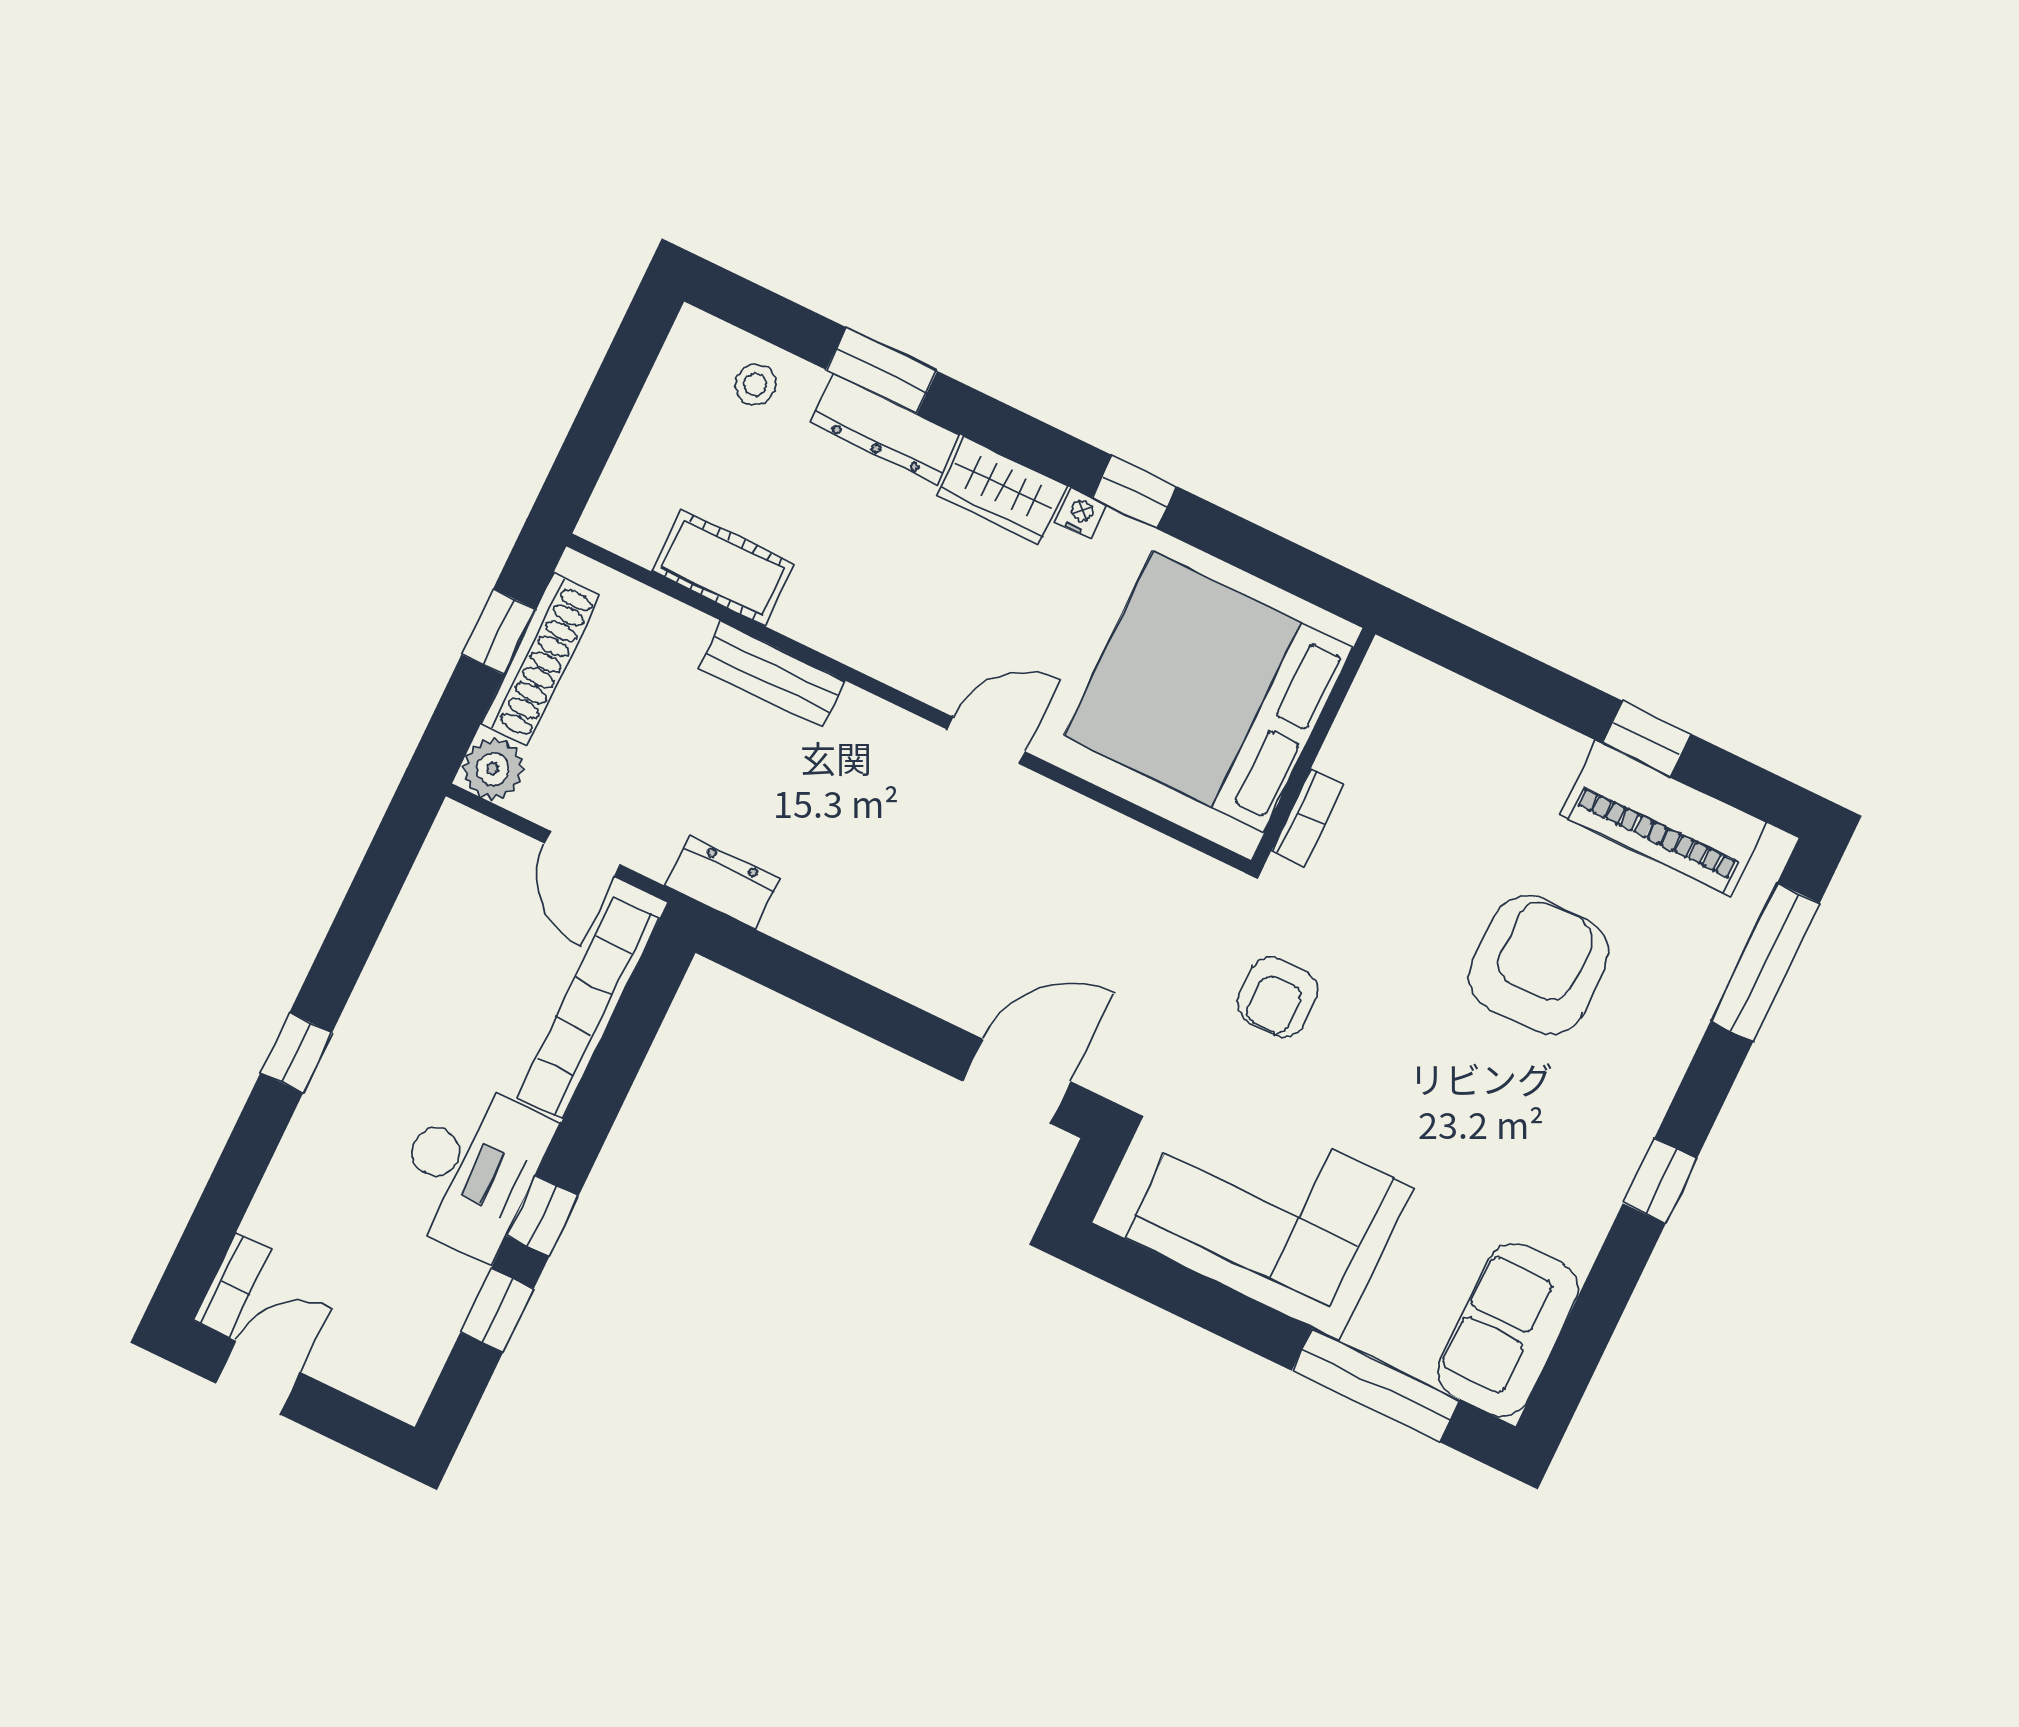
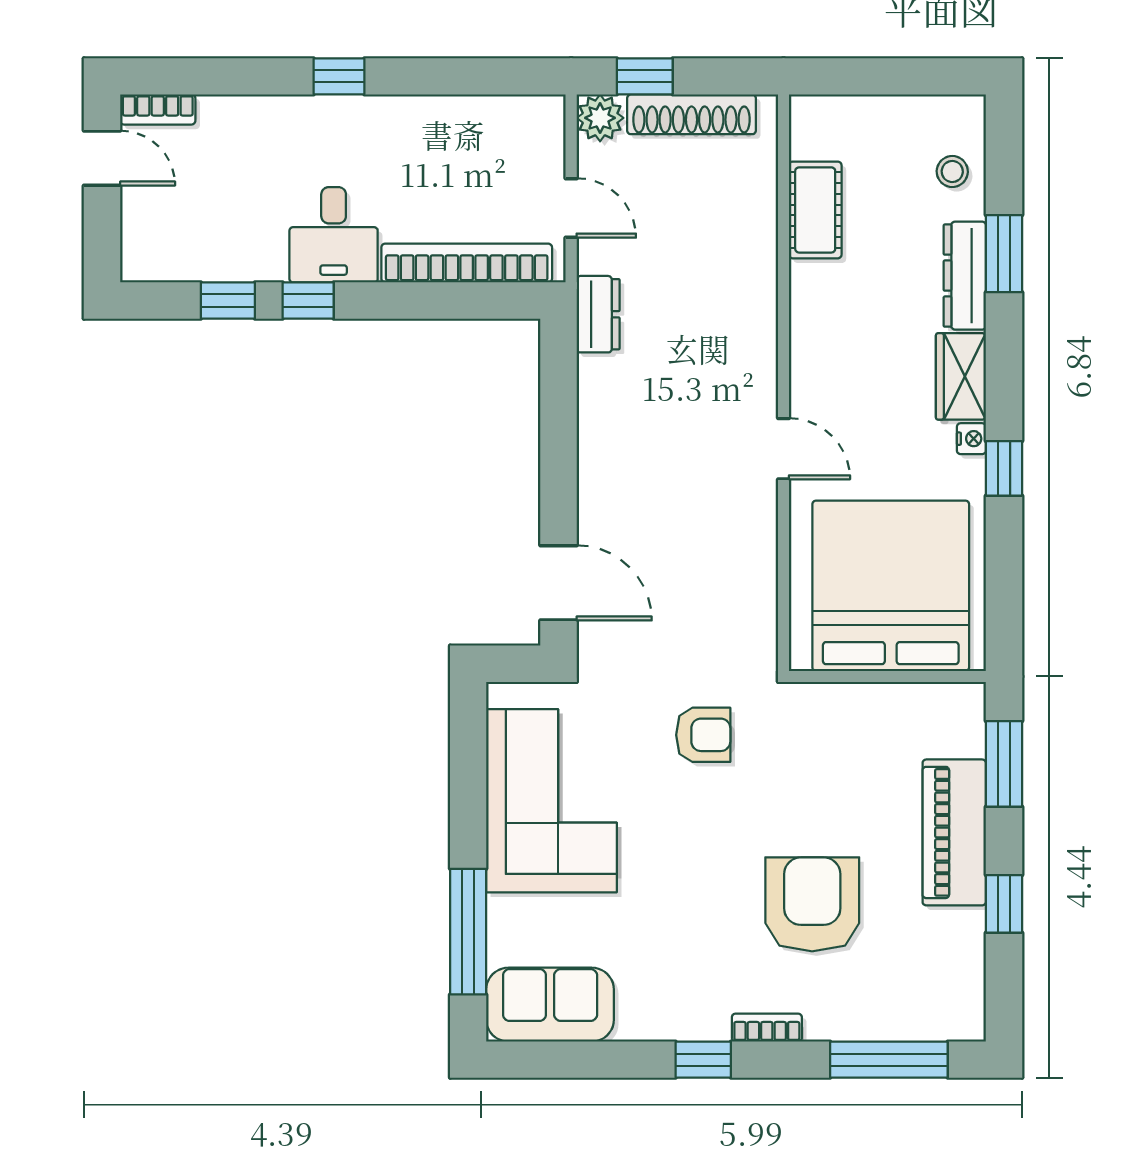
window: (499, 632) -> (645, 76), moved
window: (1482, 659) -> (1004, 764), added
bench: (772, 674) -> (758, 279), removed
bookcase: (1308, 817) -> (767, 1028), moved, turned 180
piano: (1664, 819) -> (954, 832), moved
door: (583, 854) -> (571, 208), swing flipped
armchair: (1539, 965) -> (812, 904), turned -90
armchair: (1278, 997) -> (703, 735), turned 180
desk: (470, 1168) -> (334, 235), width x0.73

